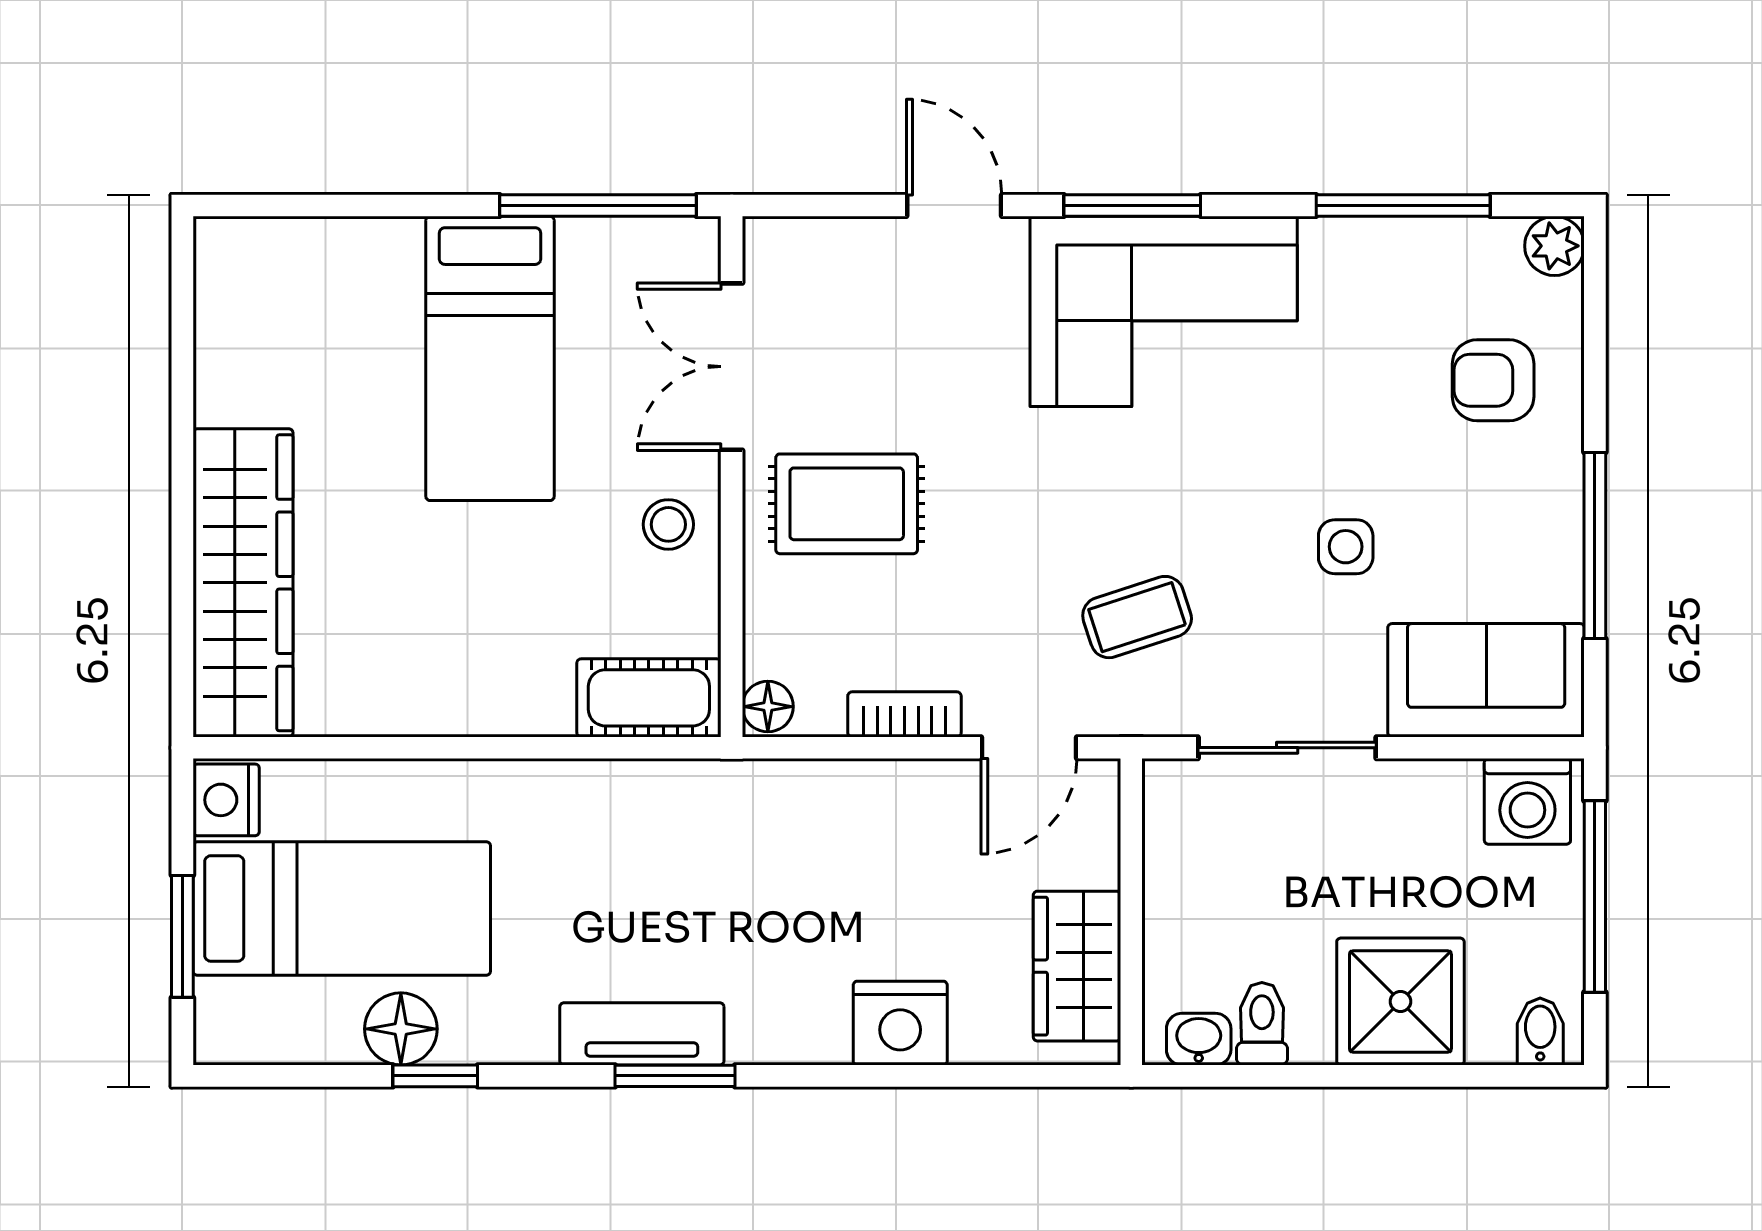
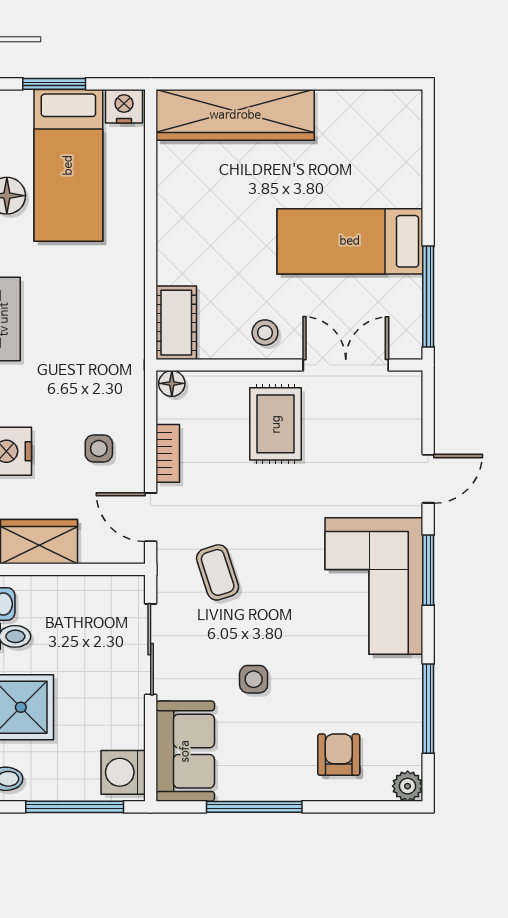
side table: (895, 849) -> (99, 449), added

